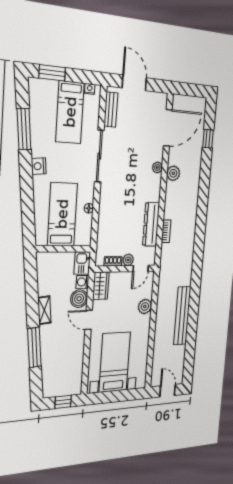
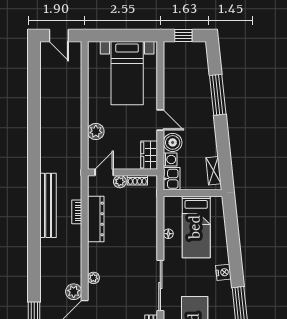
plant: (173, 173) -> (74, 292), moved
shelving: (44, 310) -> (213, 171), moved
bench: (182, 316) -> (48, 205), moved

